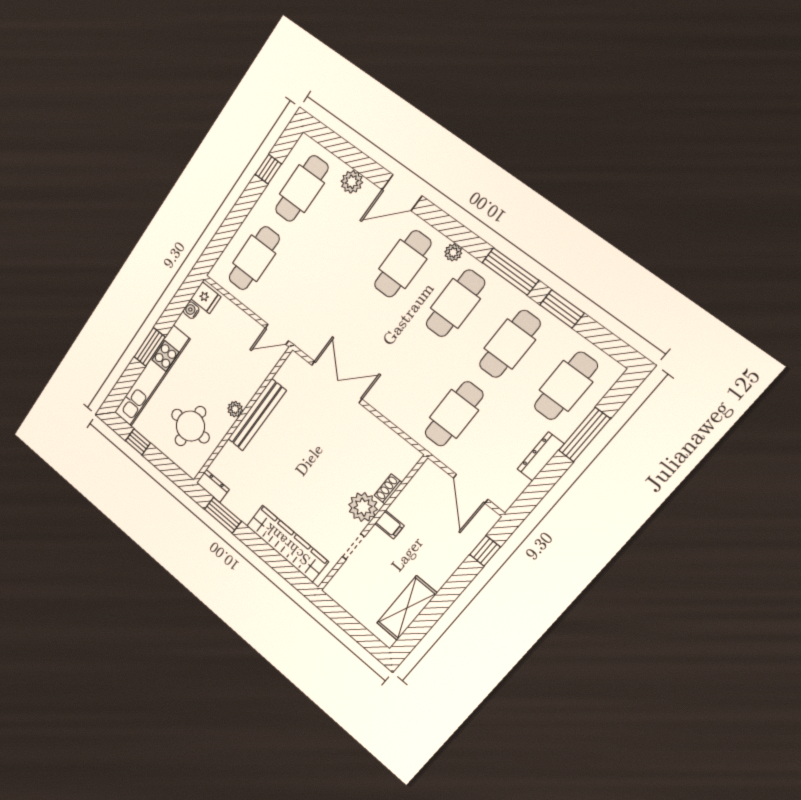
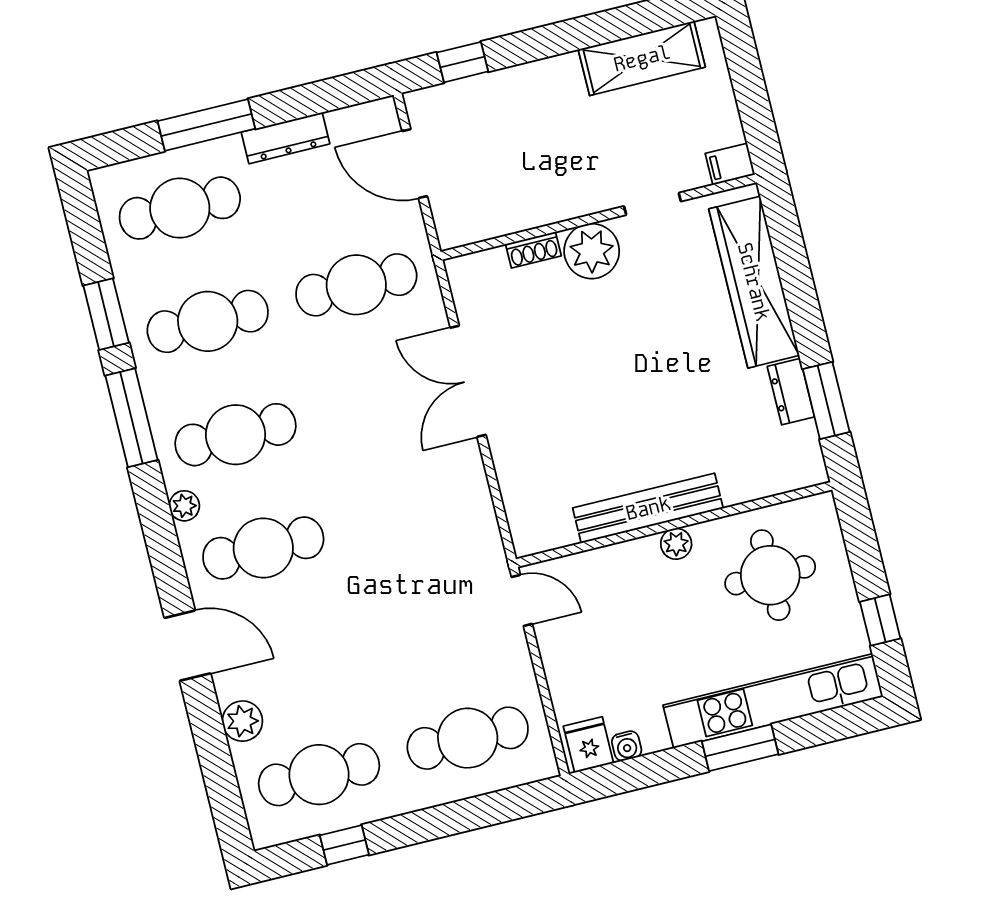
double door: (337, 382) -> (468, 381), moved
dresser: (213, 486) -> (791, 392), moved
door: (471, 489) -> (415, 164), swing flipped
filing cabinet: (389, 525) -> (730, 164), moved, turned -90

